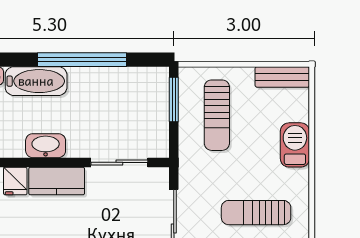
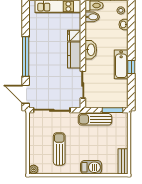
window: (82, 60) -> (131, 67), width x0.32
bathtub: (36, 81) -> (121, 64), moved
sun lounger: (217, 115) -> (95, 119), moved

